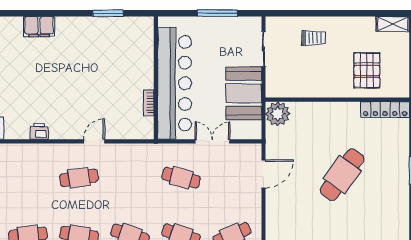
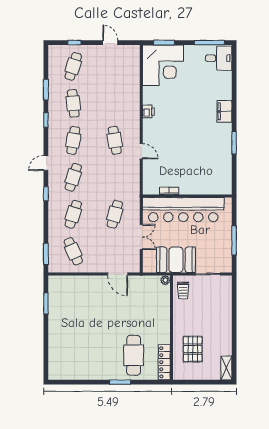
window: (108, 13) -> (234, 143), moved
trolley: (314, 38) -> (183, 290), moved
pallet: (367, 70) -> (193, 349), turned 90
plant: (278, 114) -> (165, 280), width x0.53, depth x0.53
cafe table: (342, 175) -> (134, 355), moved, turned 54

